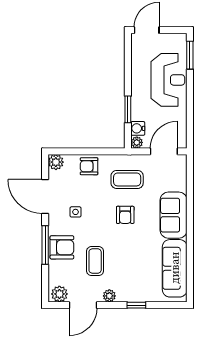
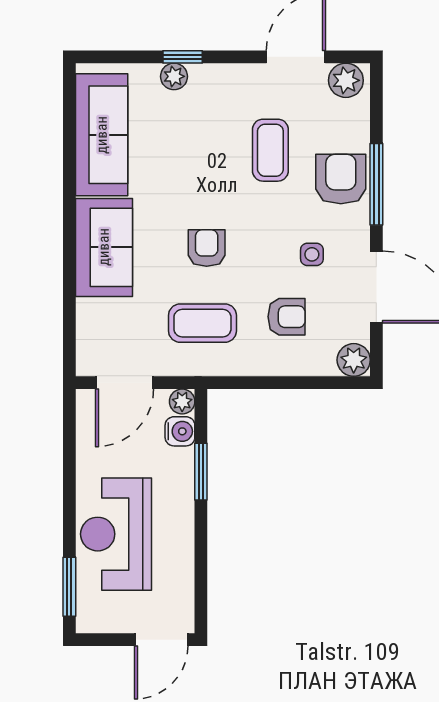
armchair: (89, 166) -> (287, 317), moved
armchair: (62, 247) -> (341, 179), turned 90
plant: (109, 296) -> (174, 76), moved

